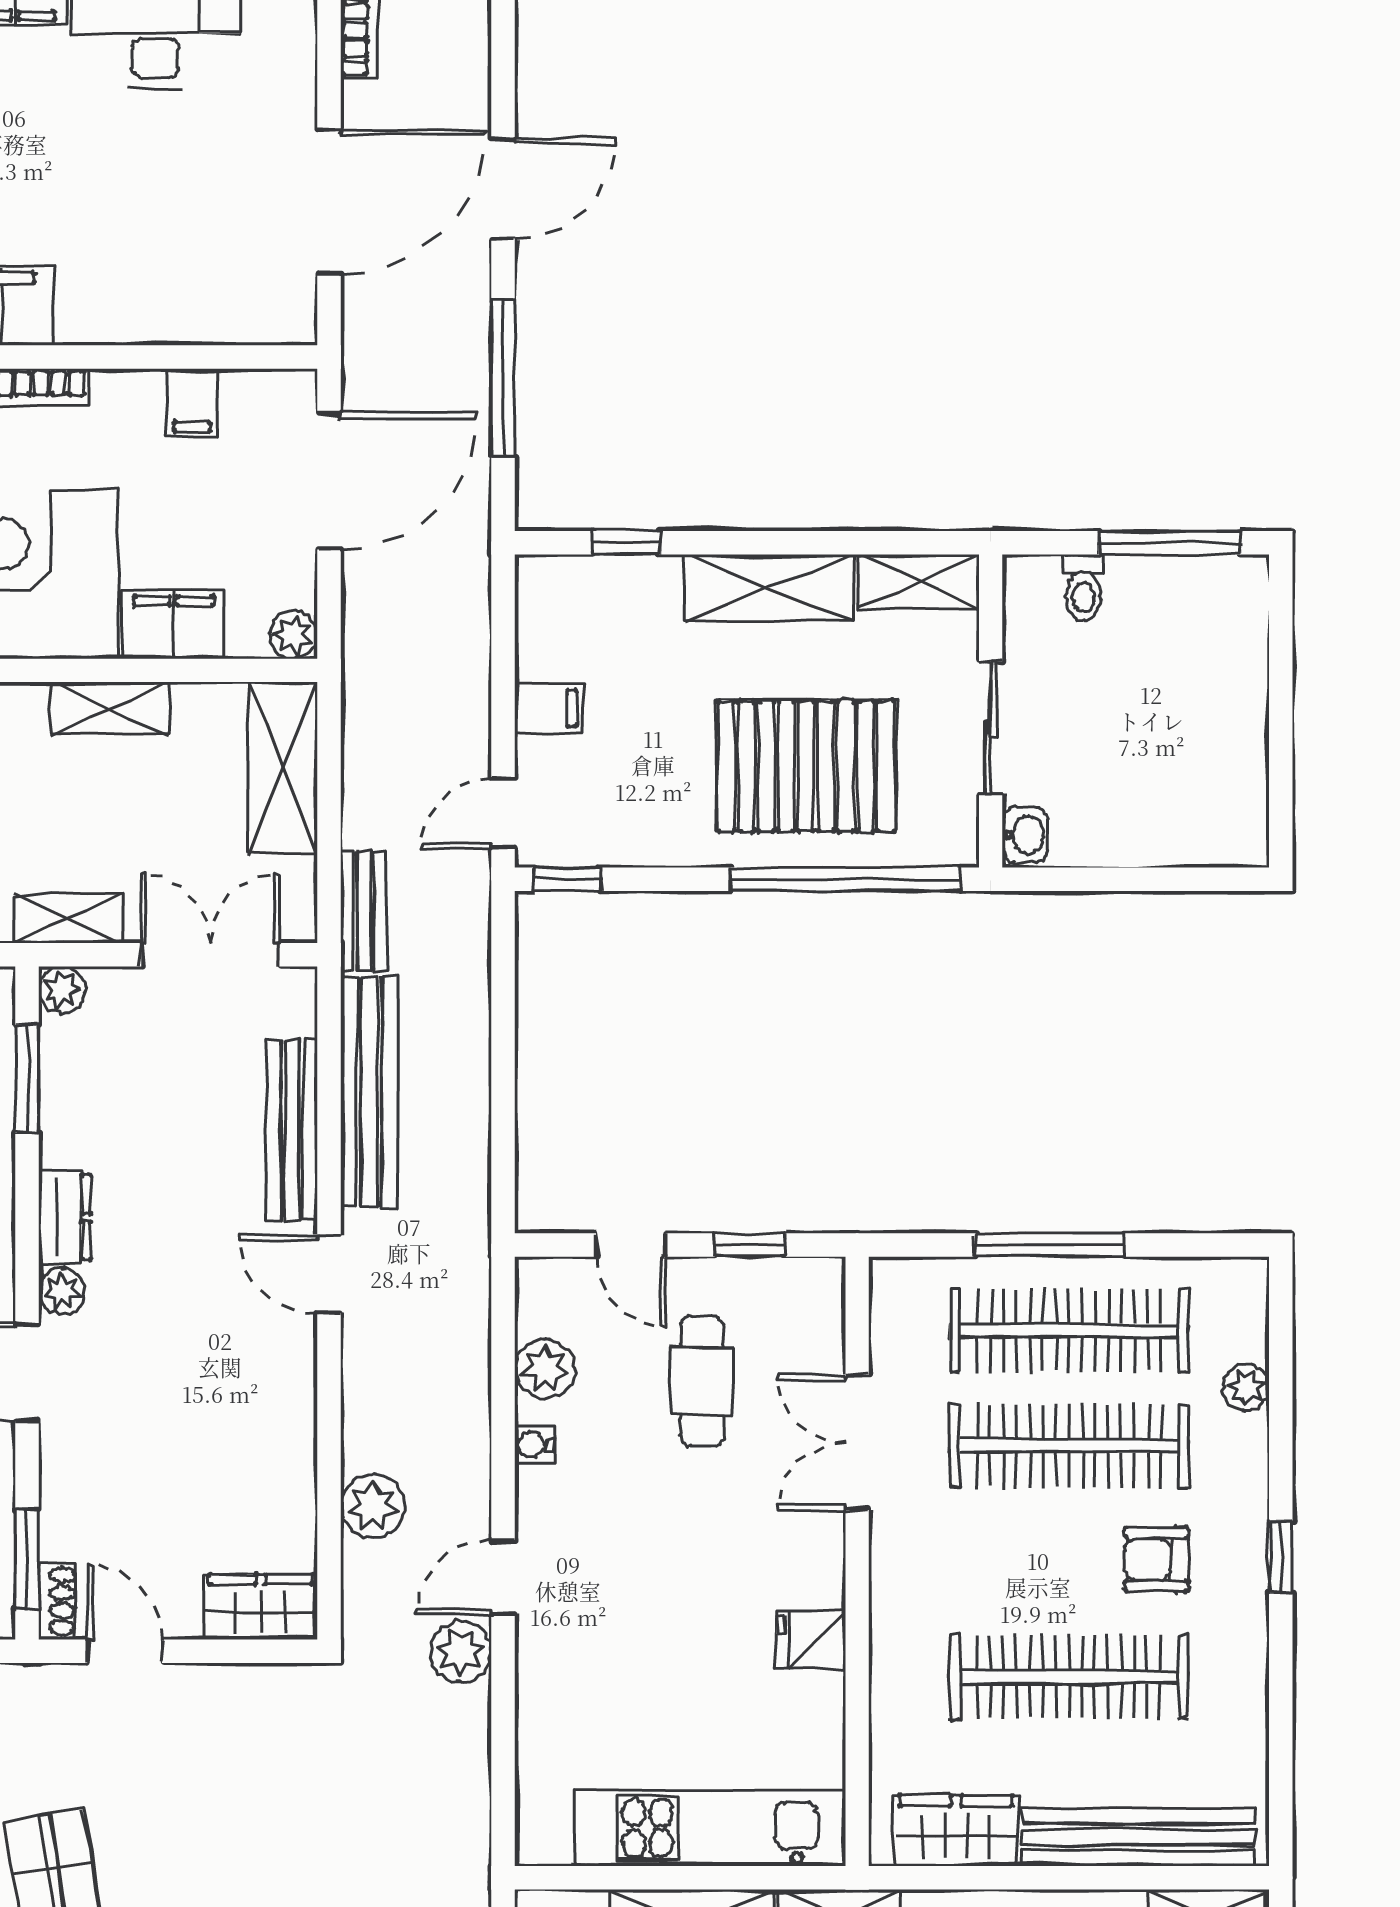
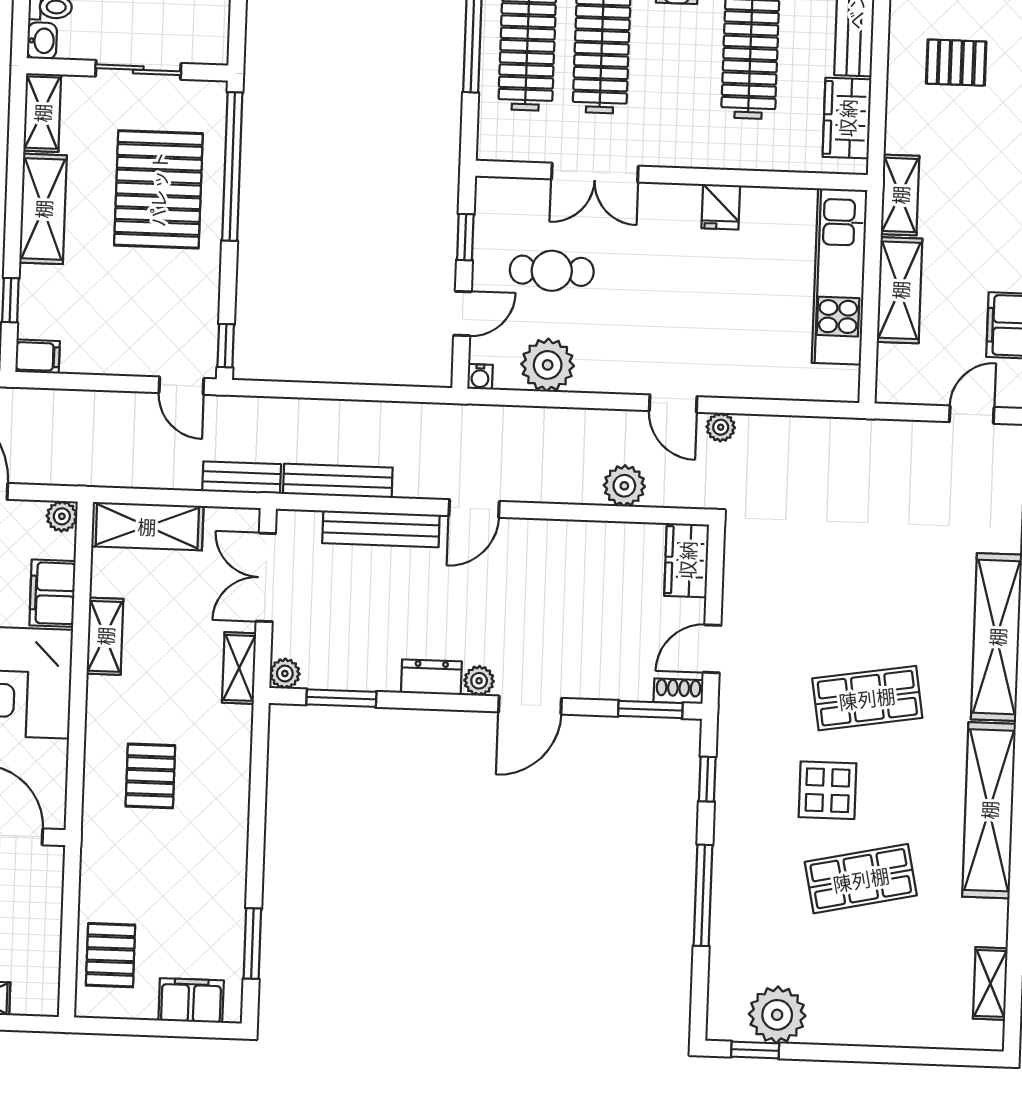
filing cabinet: (548, 708) -> (38, 357), moved, turned 90
washbasin: (1025, 835) -> (42, 41), moved, turned 90
bench: (369, 1092) -> (338, 481), width x0.73, depth x0.82
plant: (545, 1369) -> (548, 365), width x1.36, depth x1.36
water cooler: (534, 1445) -> (480, 377), moved
plant: (461, 1652) -> (721, 427), width x0.73, depth x0.73

